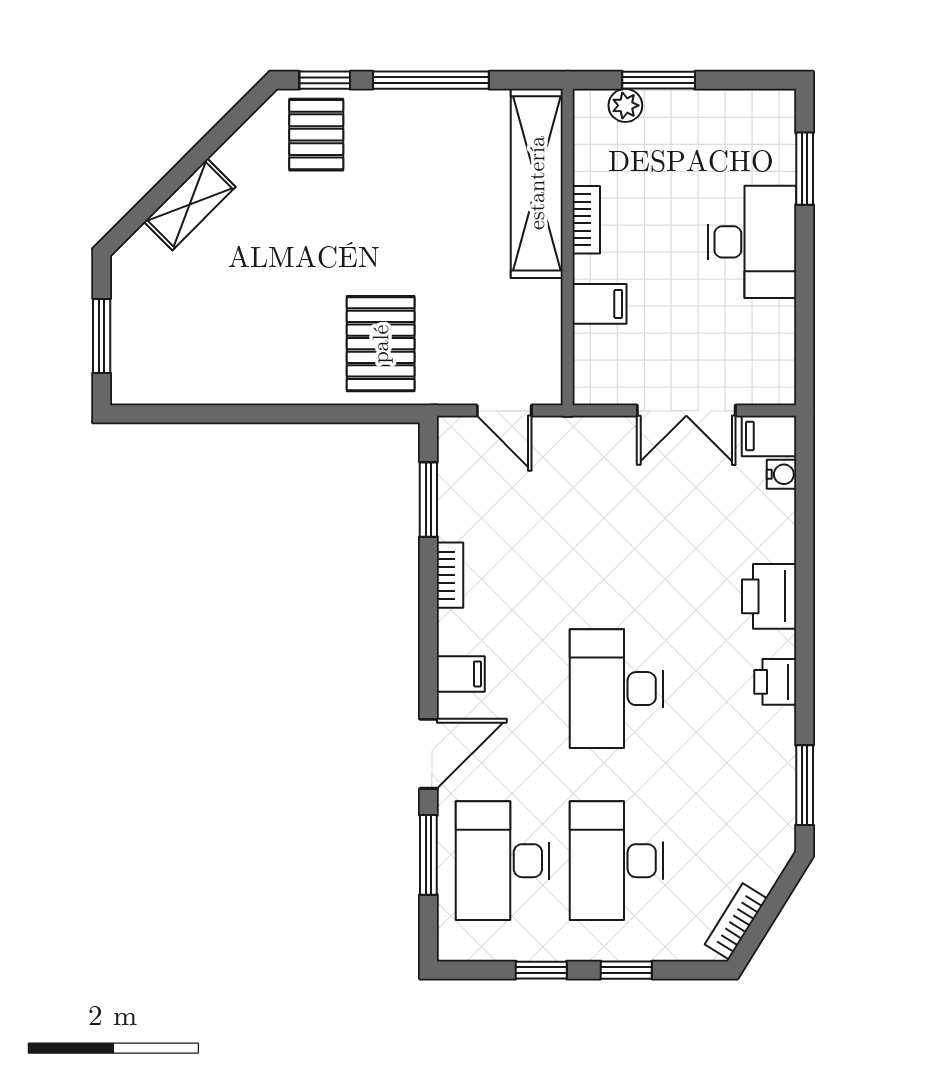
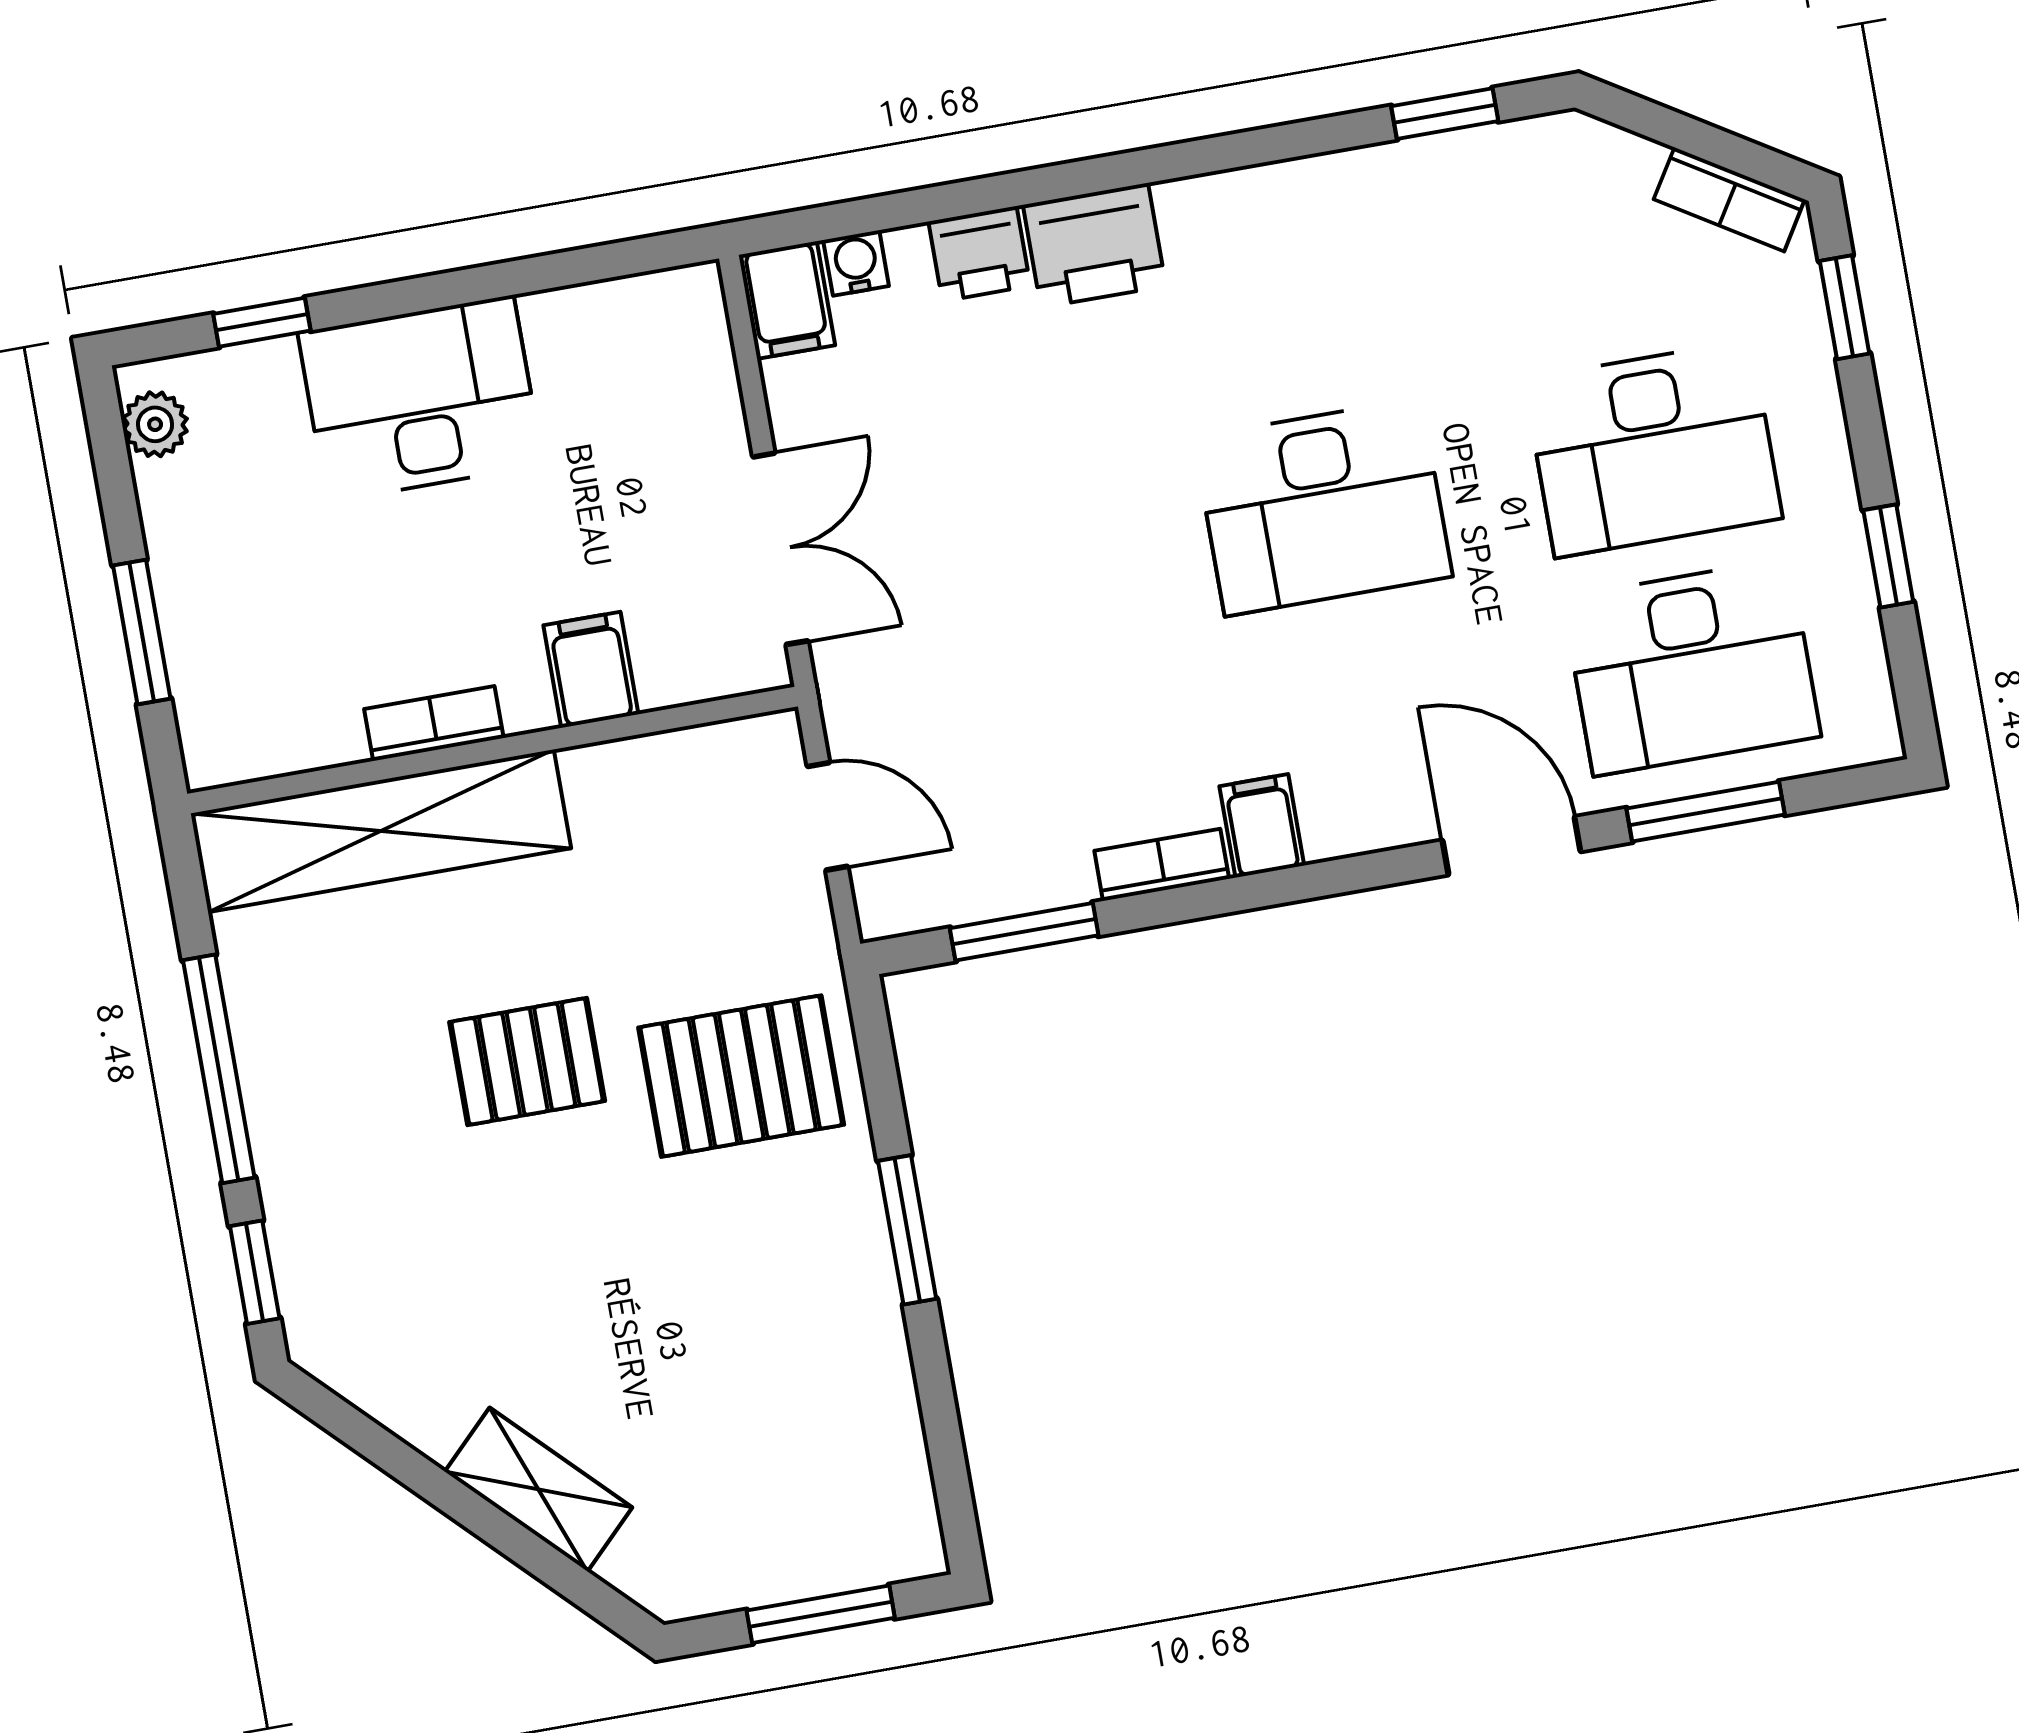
plant: (625, 105) -> (155, 424), moved
pallet: (316, 135) -> (527, 1062), moved
window: (805, 169) -> (262, 322), width x0.67
door: (504, 411) -> (828, 816), hinge flipped
double door: (686, 411) -> (780, 549), moved
window: (288, 414) -> (907, 1230), added
filing cabinet: (461, 674) -> (1262, 826), moved
printer: (775, 682) -> (979, 254), moved
window: (805, 785) -> (1445, 114), width x0.67
window: (626, 970) -> (1844, 307), moved

